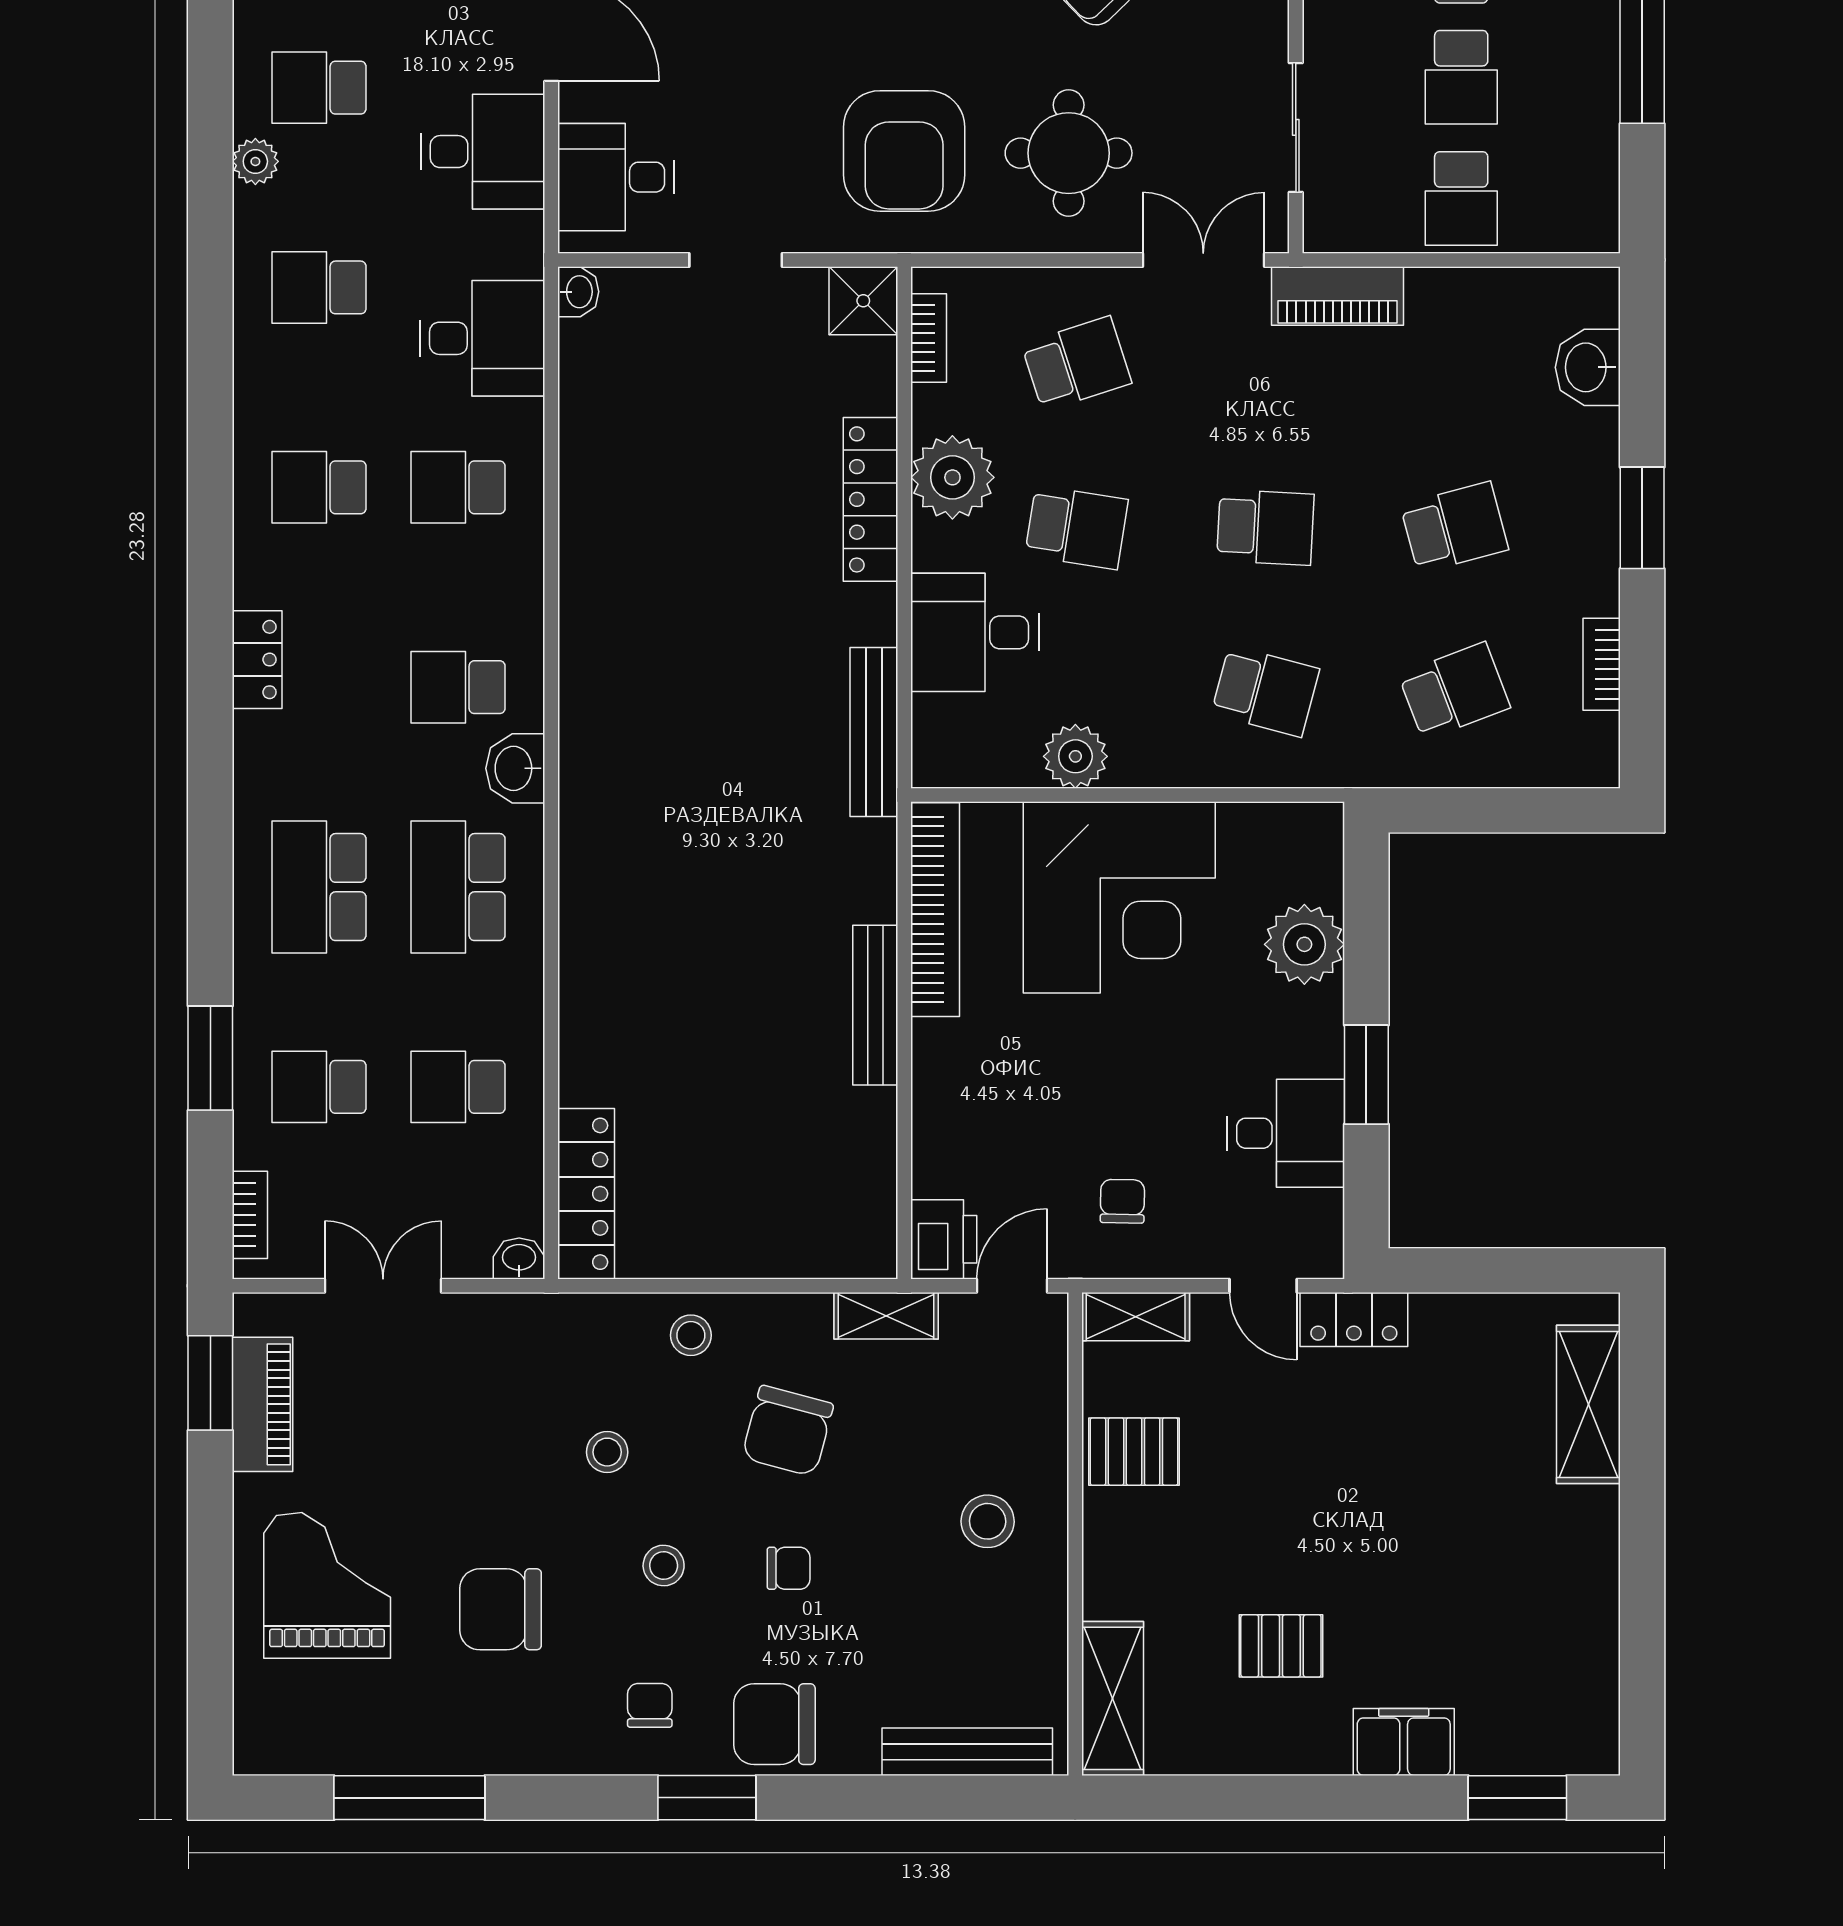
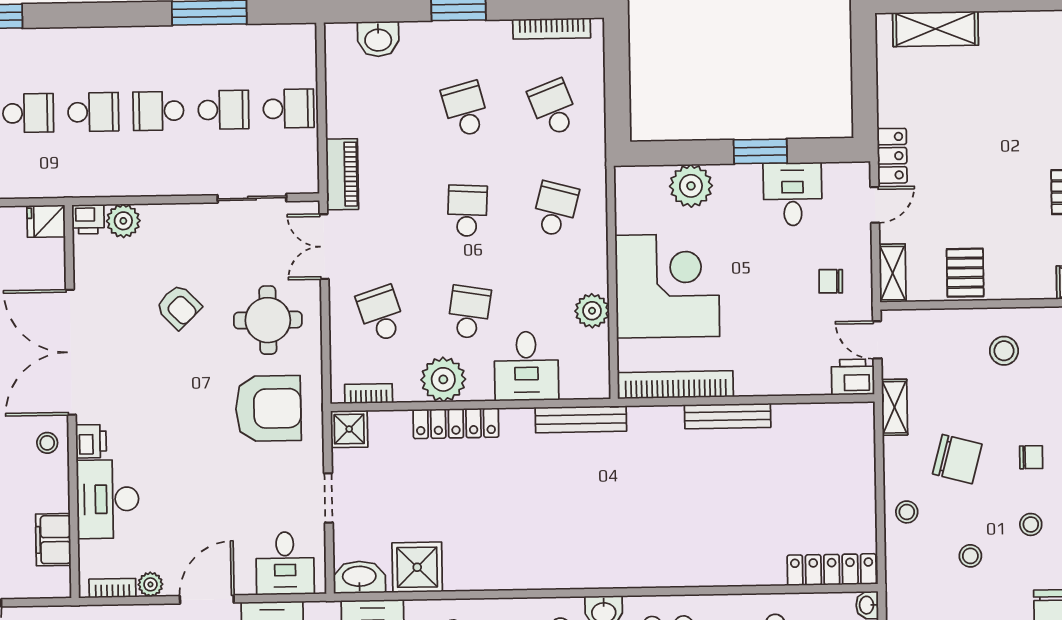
washbasin: (578, 292) -> (359, 577), width x1.91, depth x1.45
shower: (604, 423) -> (417, 567), added
bookcase: (1602, 664) -> (552, 29), width x1.56
chair: (789, 1568) -> (1031, 457), turned 90

